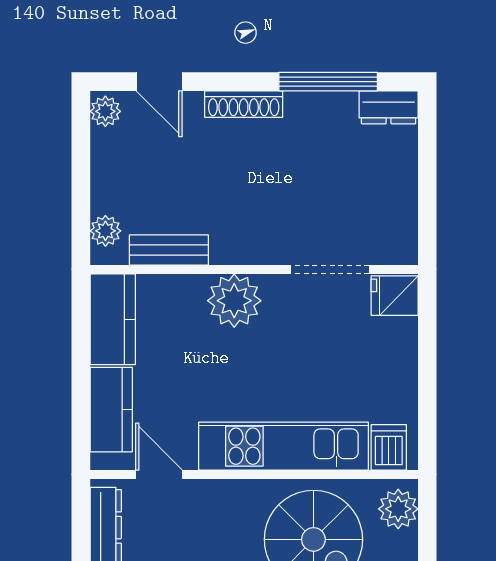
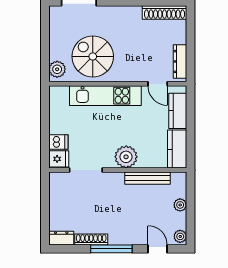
window: (328, 82) -> (111, 249), moved
shoe rack: (244, 104) -> (91, 239), moved
plant: (105, 231) -> (180, 205), moved
bench: (169, 250) -> (147, 178), width x1.36
dishwasher: (389, 447) -> (58, 142), moved, turned -90

